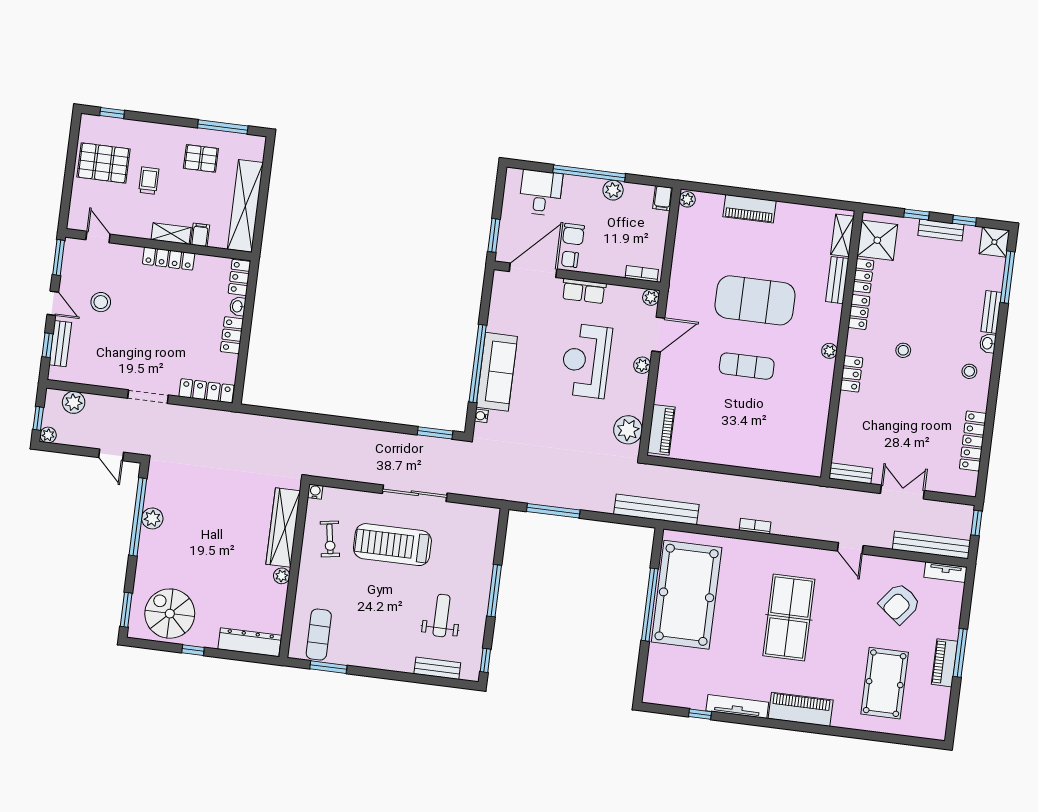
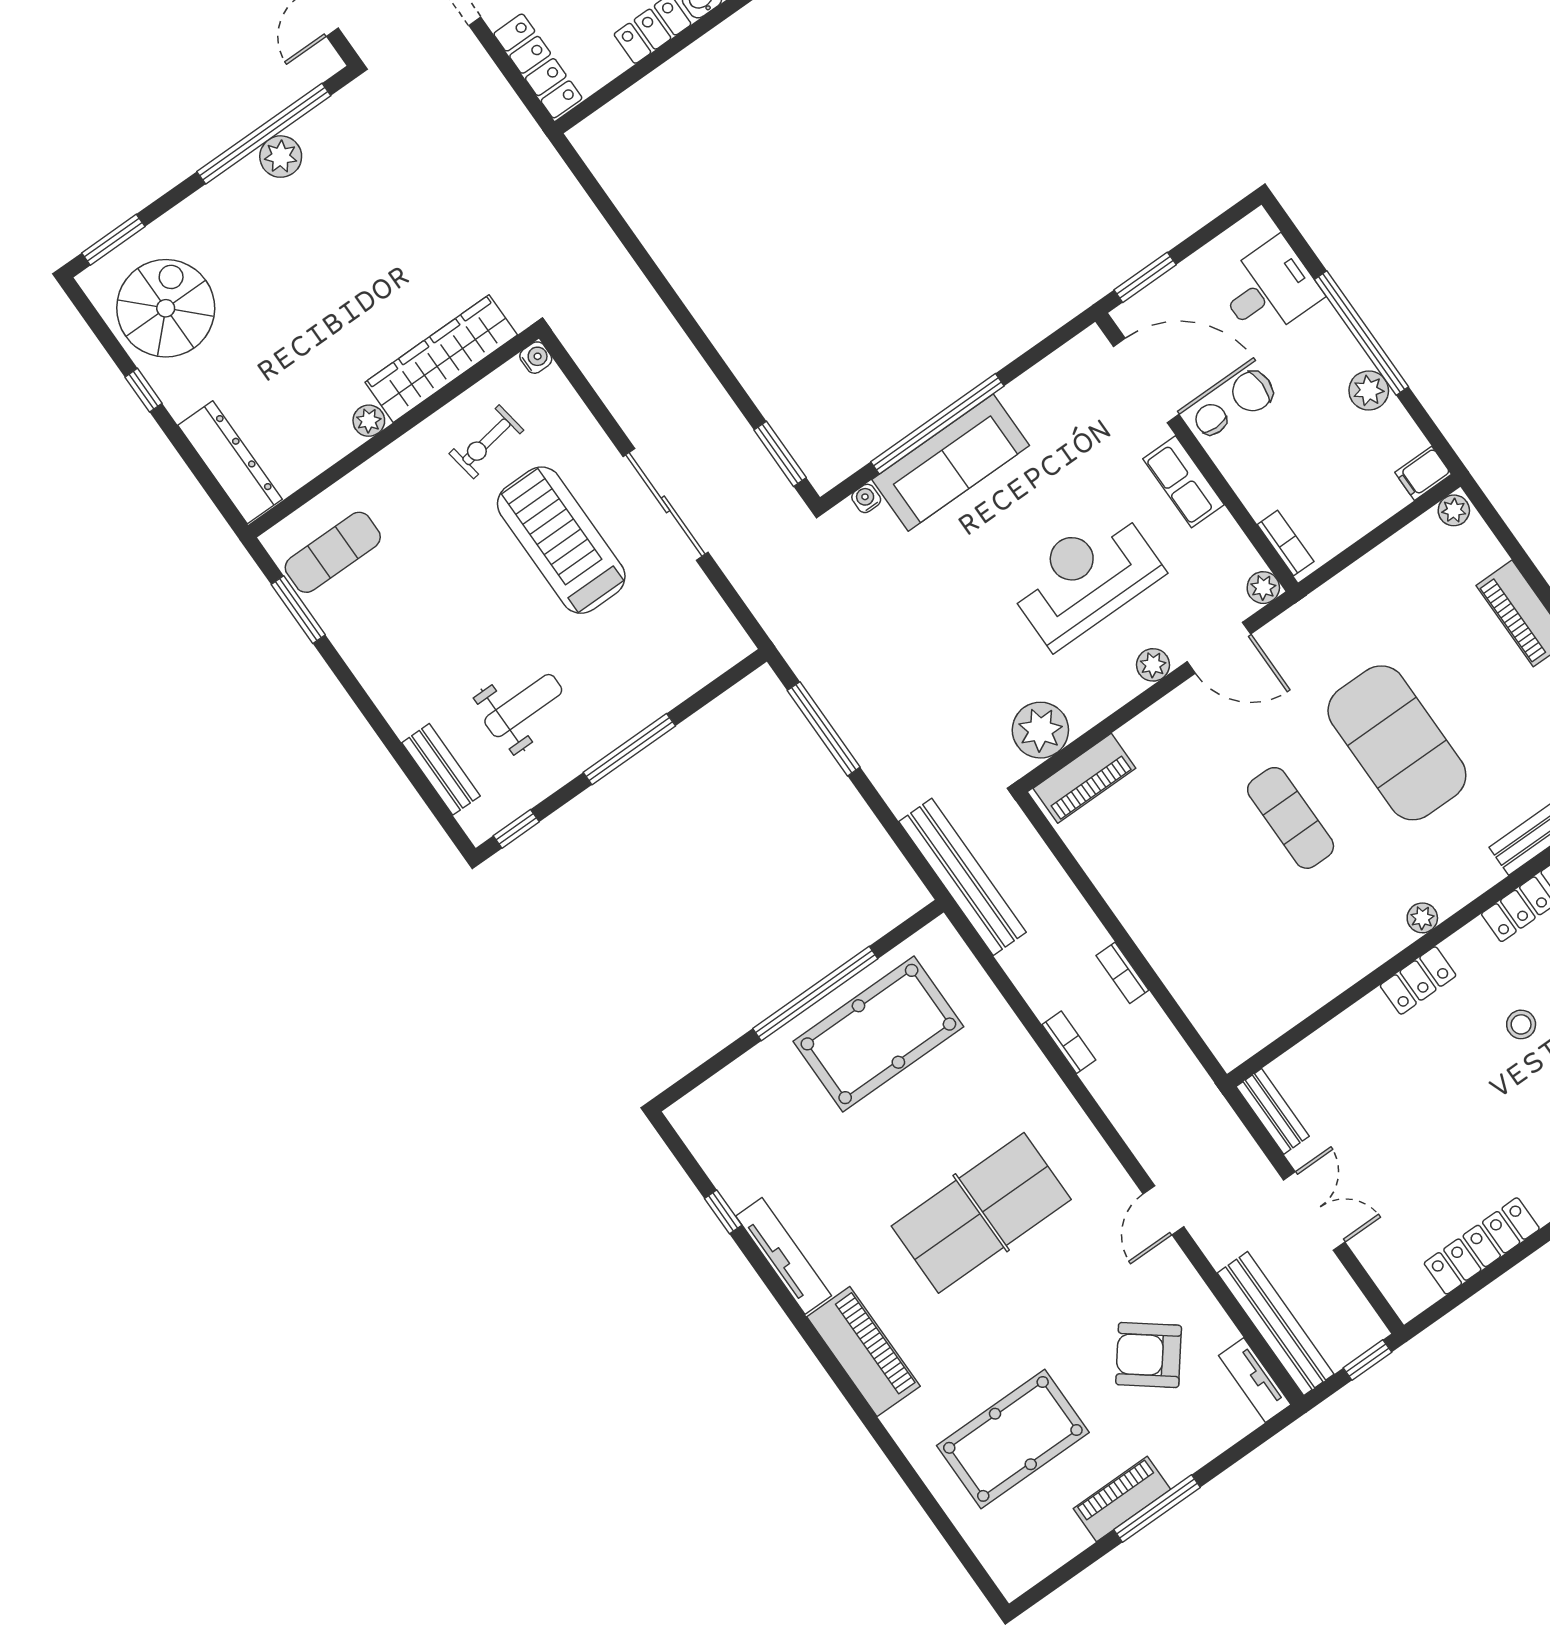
bookcase: (747, 482) -> (1122, 973), added
pool table: (687, 595) -> (878, 1034), width x0.73, depth x0.76

